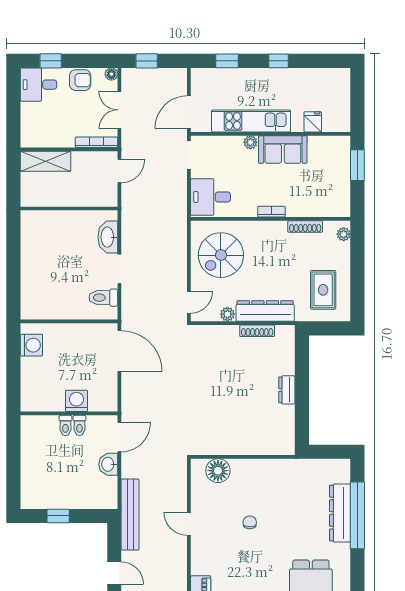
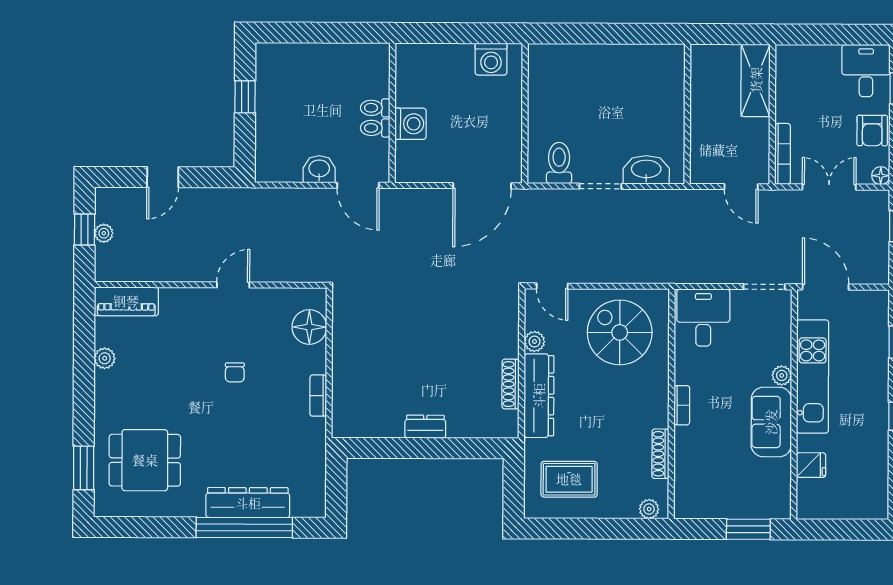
bookcase: (266, 464) -> (318, 396), added
bench: (130, 515) -> (247, 200), removed
chair: (250, 522) -> (235, 372), turned 90

